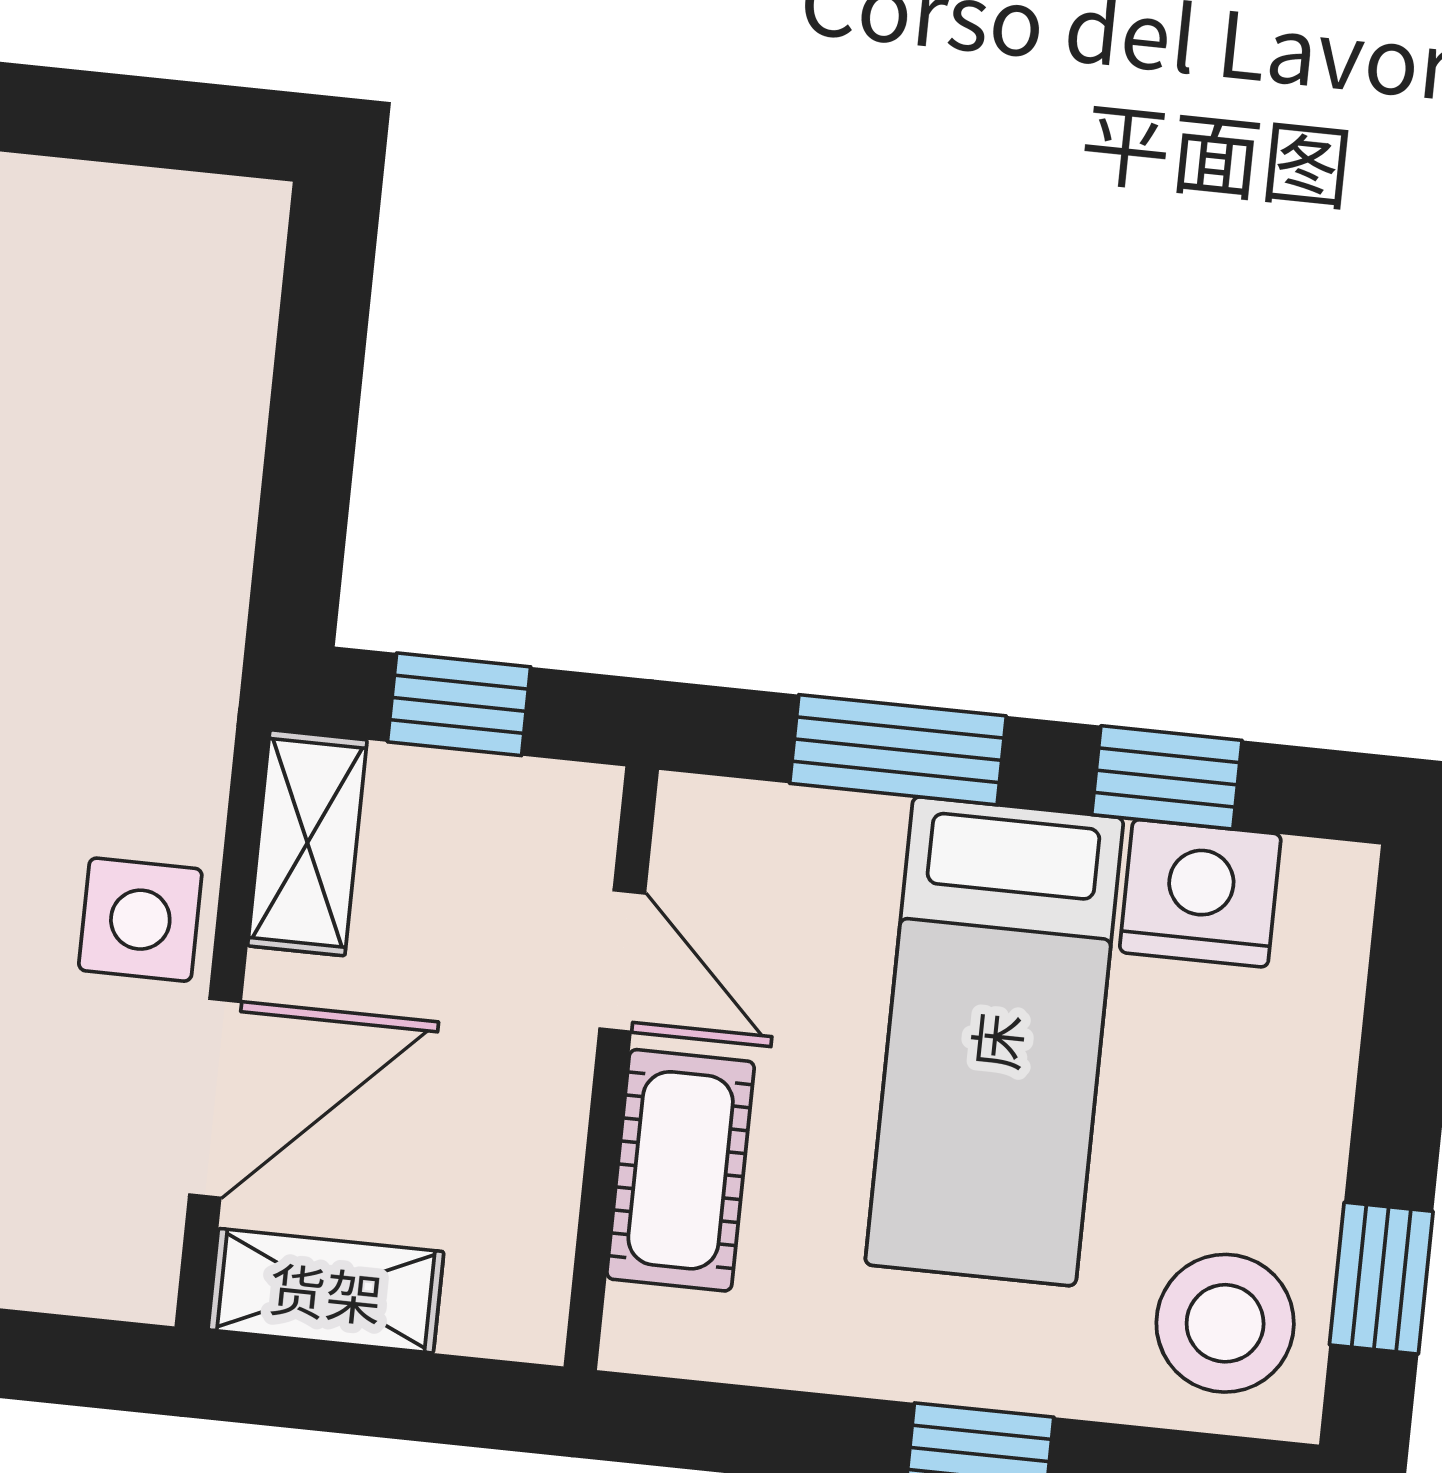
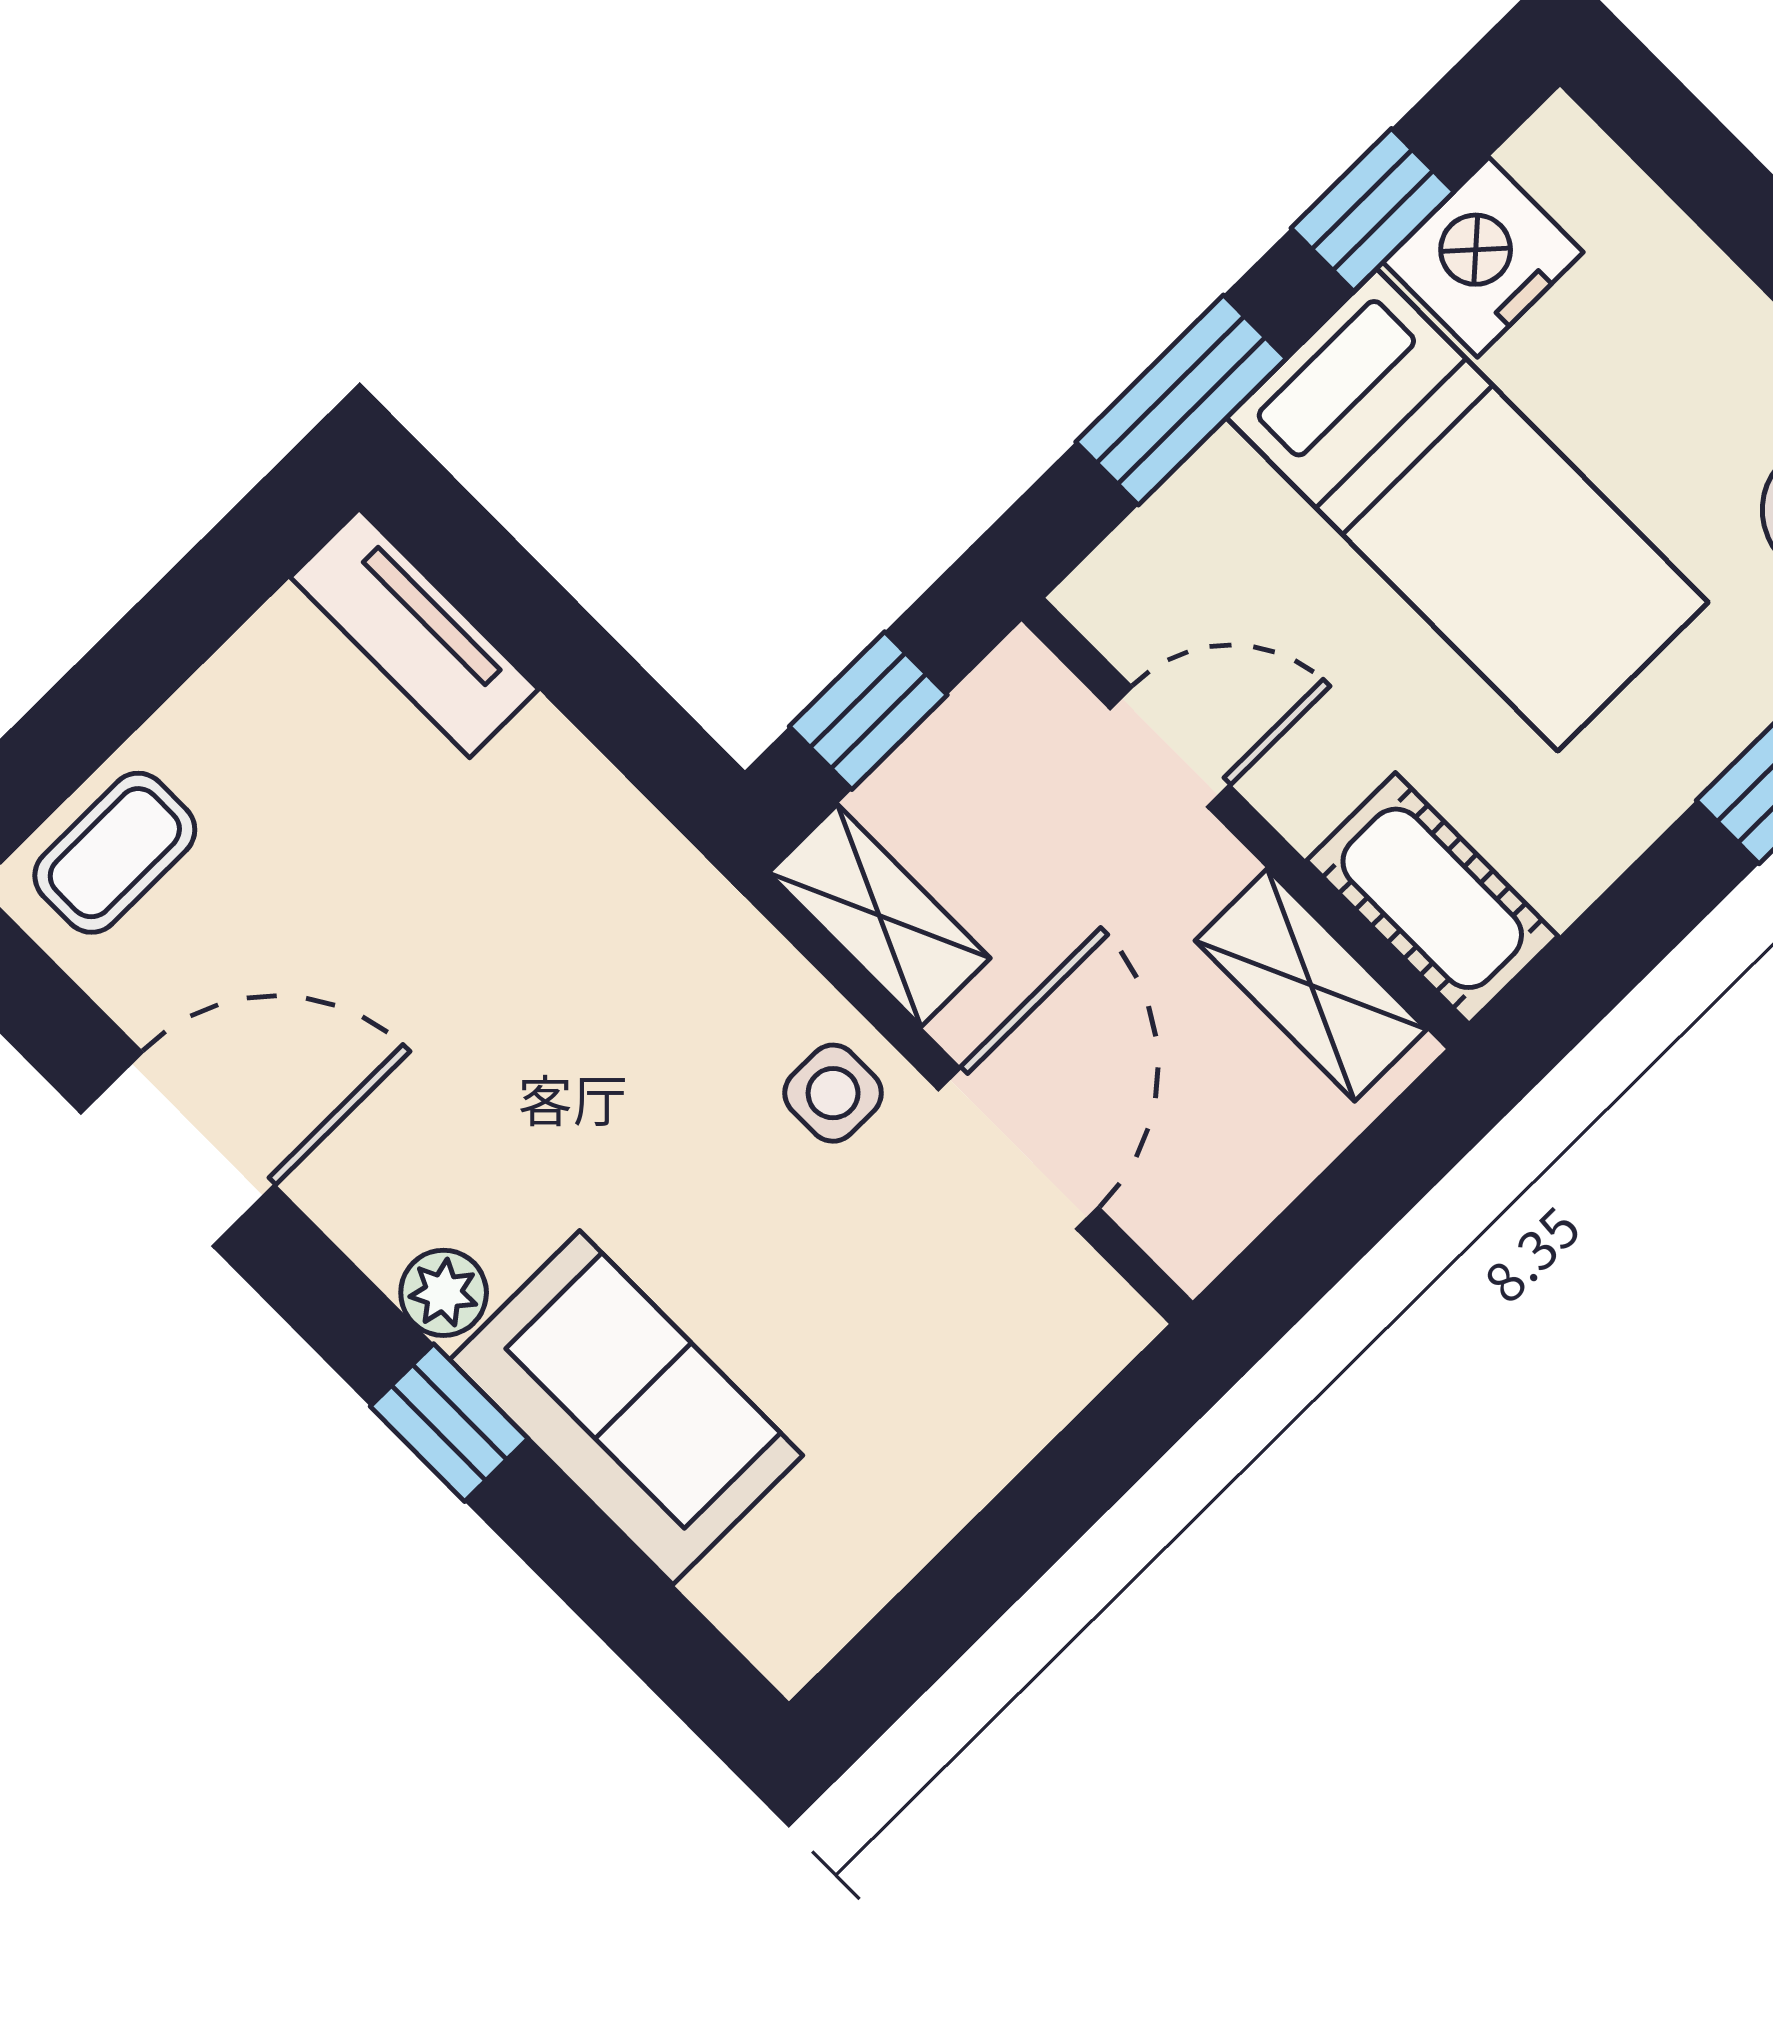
tv unit: (231, 304) -> (414, 633), added
side table: (140, 920) -> (833, 1093), width x0.73, depth x0.73
cot: (681, 1170) -> (1432, 898), moved
shelving: (326, 1291) -> (1311, 985), moved, turned 90

